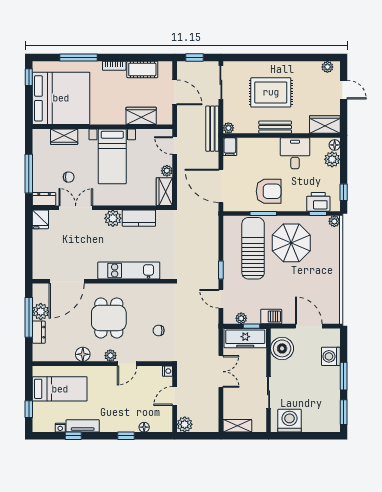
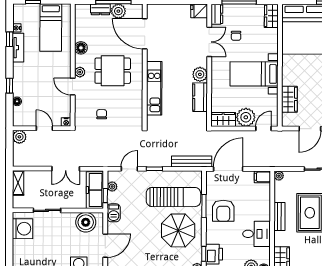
bench: (212, 129) -> (192, 161), moved
wardrobe: (64, 137) -> (271, 16), moved
plant: (167, 171) -> (246, 117), width x1.88, depth x1.88

